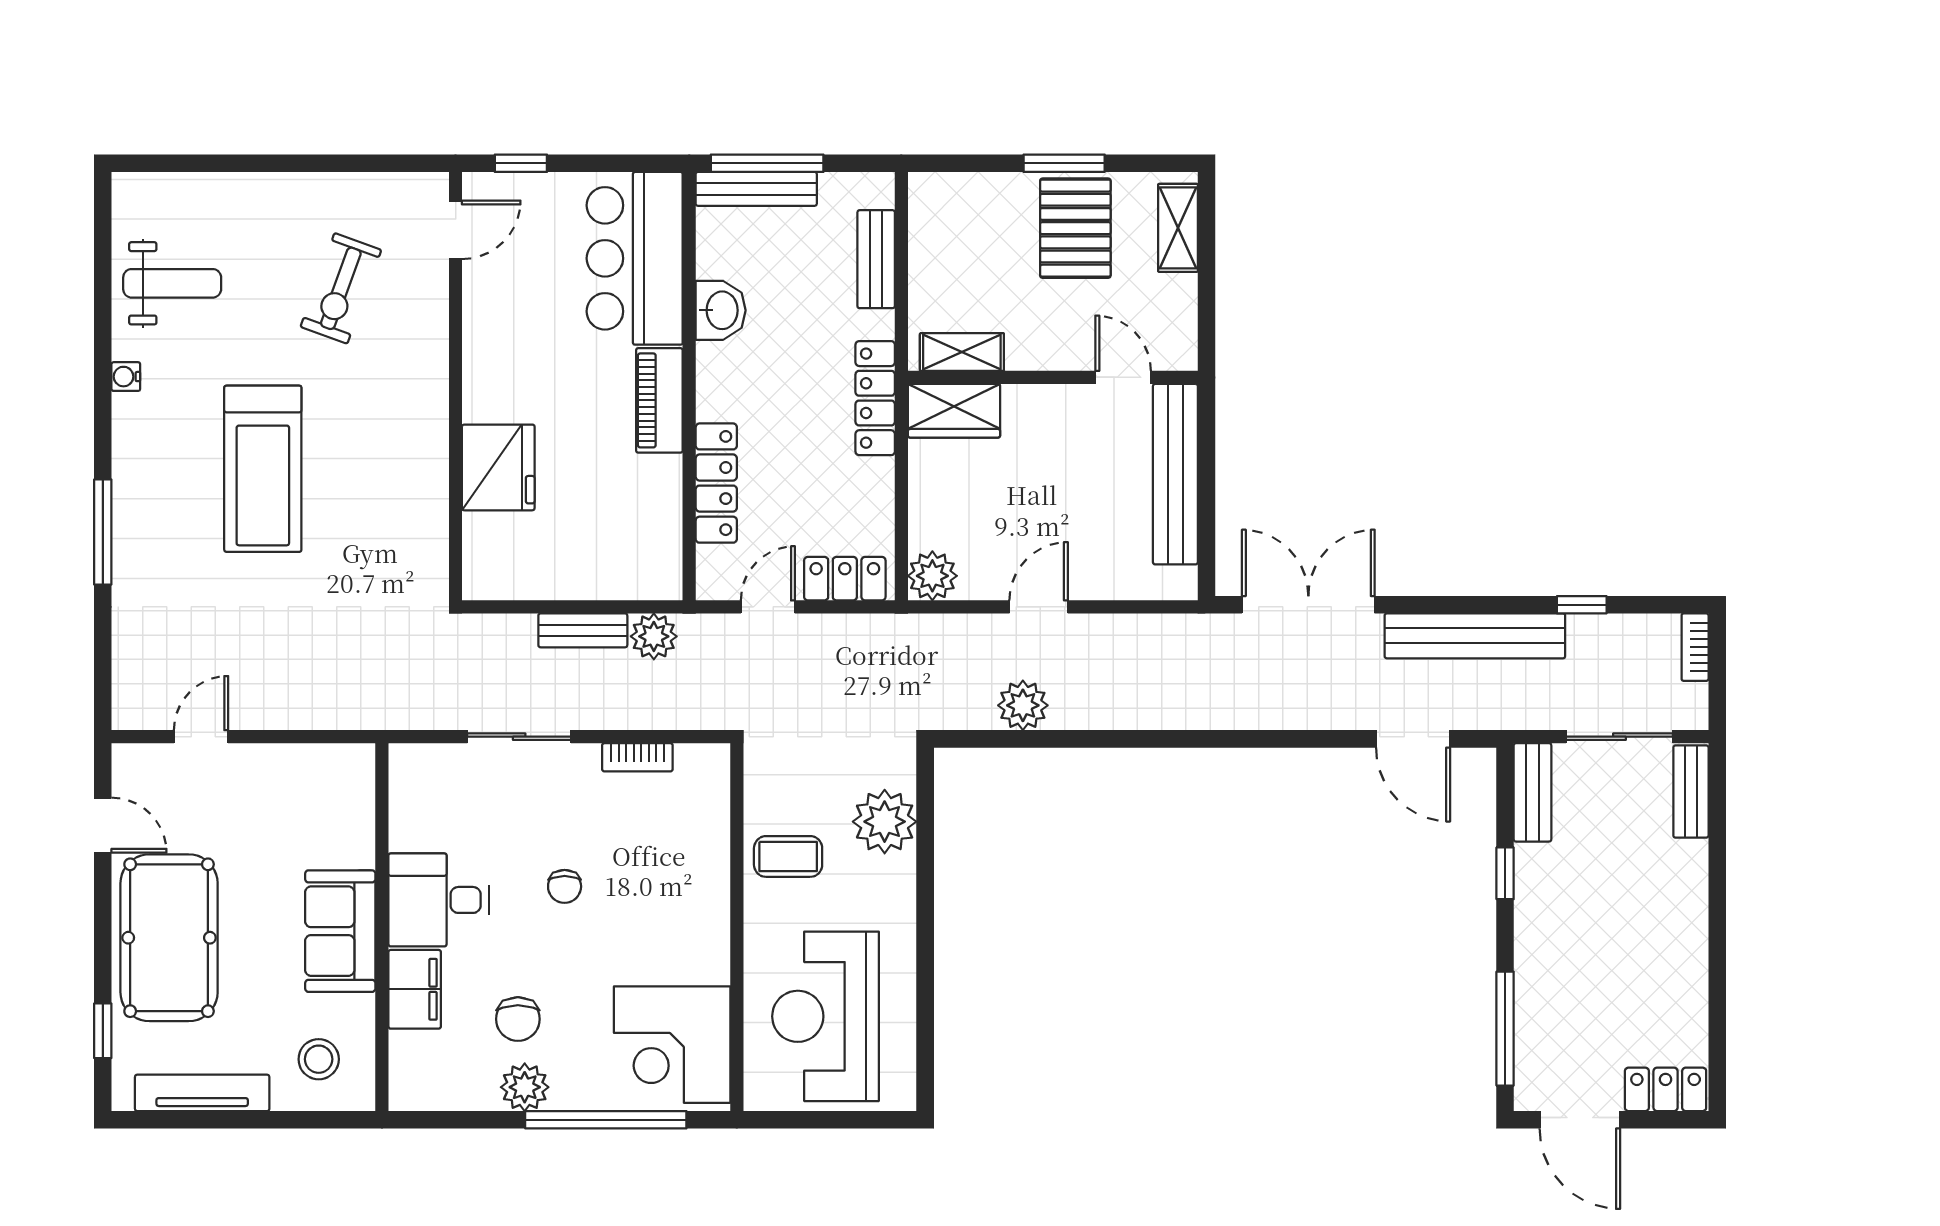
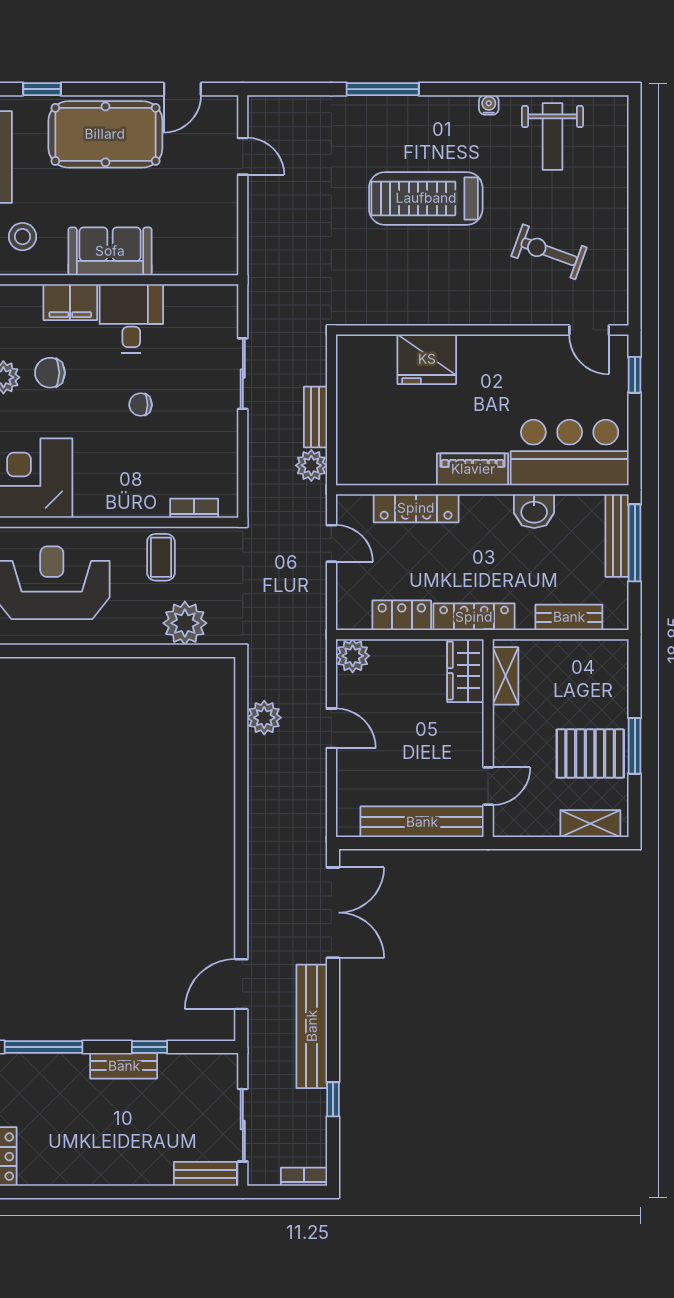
locker: (845, 579) -> (402, 615), moved, turned -90
bookcase: (637, 757) -> (194, 508), moved, turned 90
bench: (1533, 792) -> (124, 1066), moved

